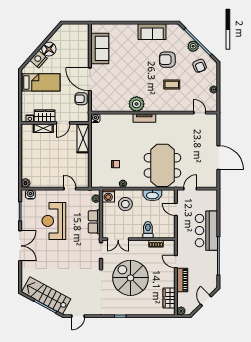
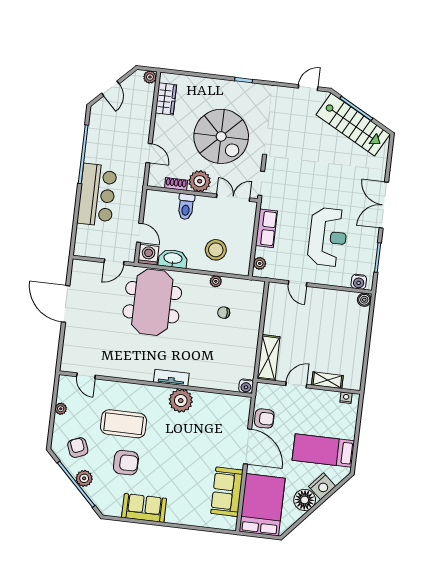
bed: (76, 43) -> (262, 505), added
coffee table: (172, 85) -> (124, 424), width x1.86, depth x1.72
wardrobe: (45, 116) -> (323, 399), removed
washing machine: (108, 196) -> (148, 255), moved
plant: (141, 247) -> (200, 181), added
piano: (182, 280) -> (143, 124), removed

